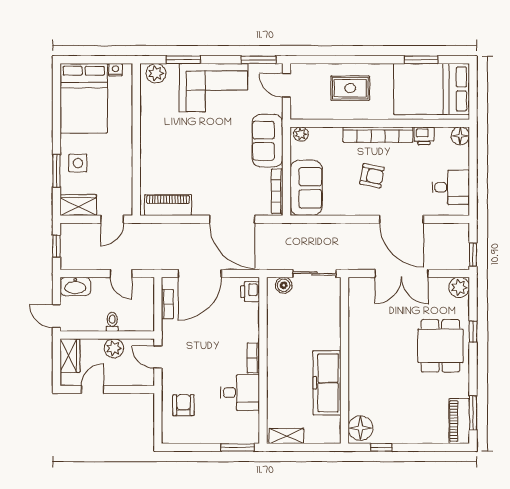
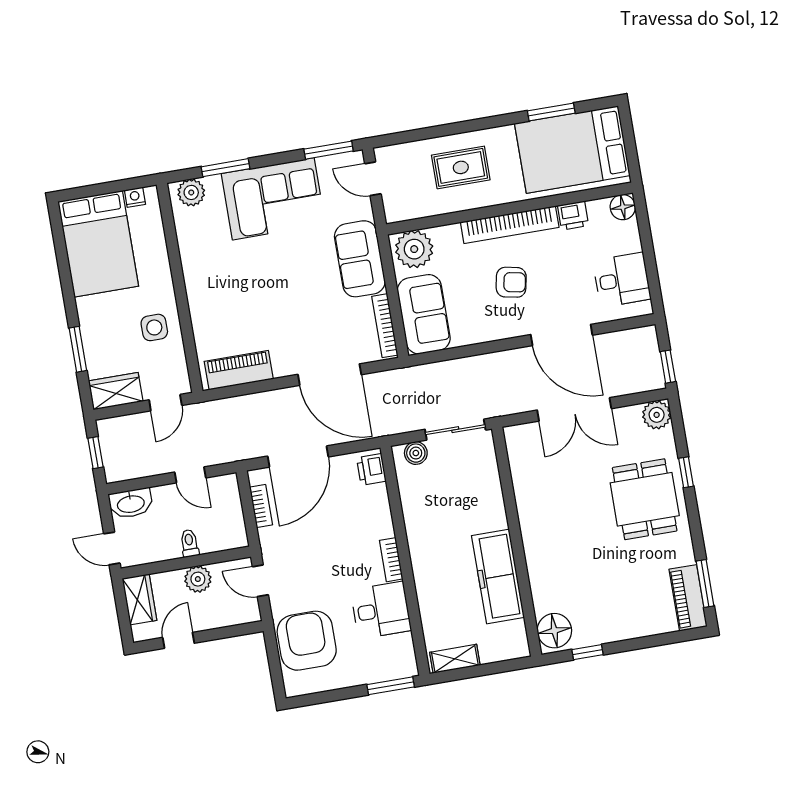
plant: (301, 134) -> (414, 249), width x1.87, depth x1.87
side table: (78, 163) -> (154, 327), moved
armchair: (183, 405) -> (307, 641), width x1.88, depth x1.88

